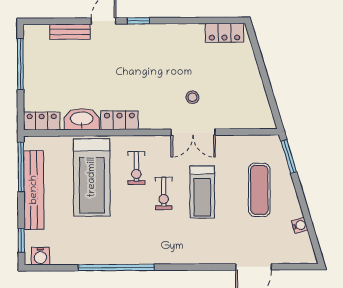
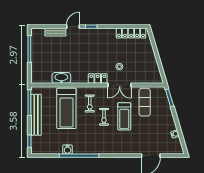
locker: (224, 33) -> (131, 33), width x1.53
locker: (119, 120) -> (98, 79), moved
locker: (42, 121) -> (40, 79), removed
exercise mat: (259, 190) -> (145, 102), moved
water cooler: (40, 256) -> (68, 149), moved

